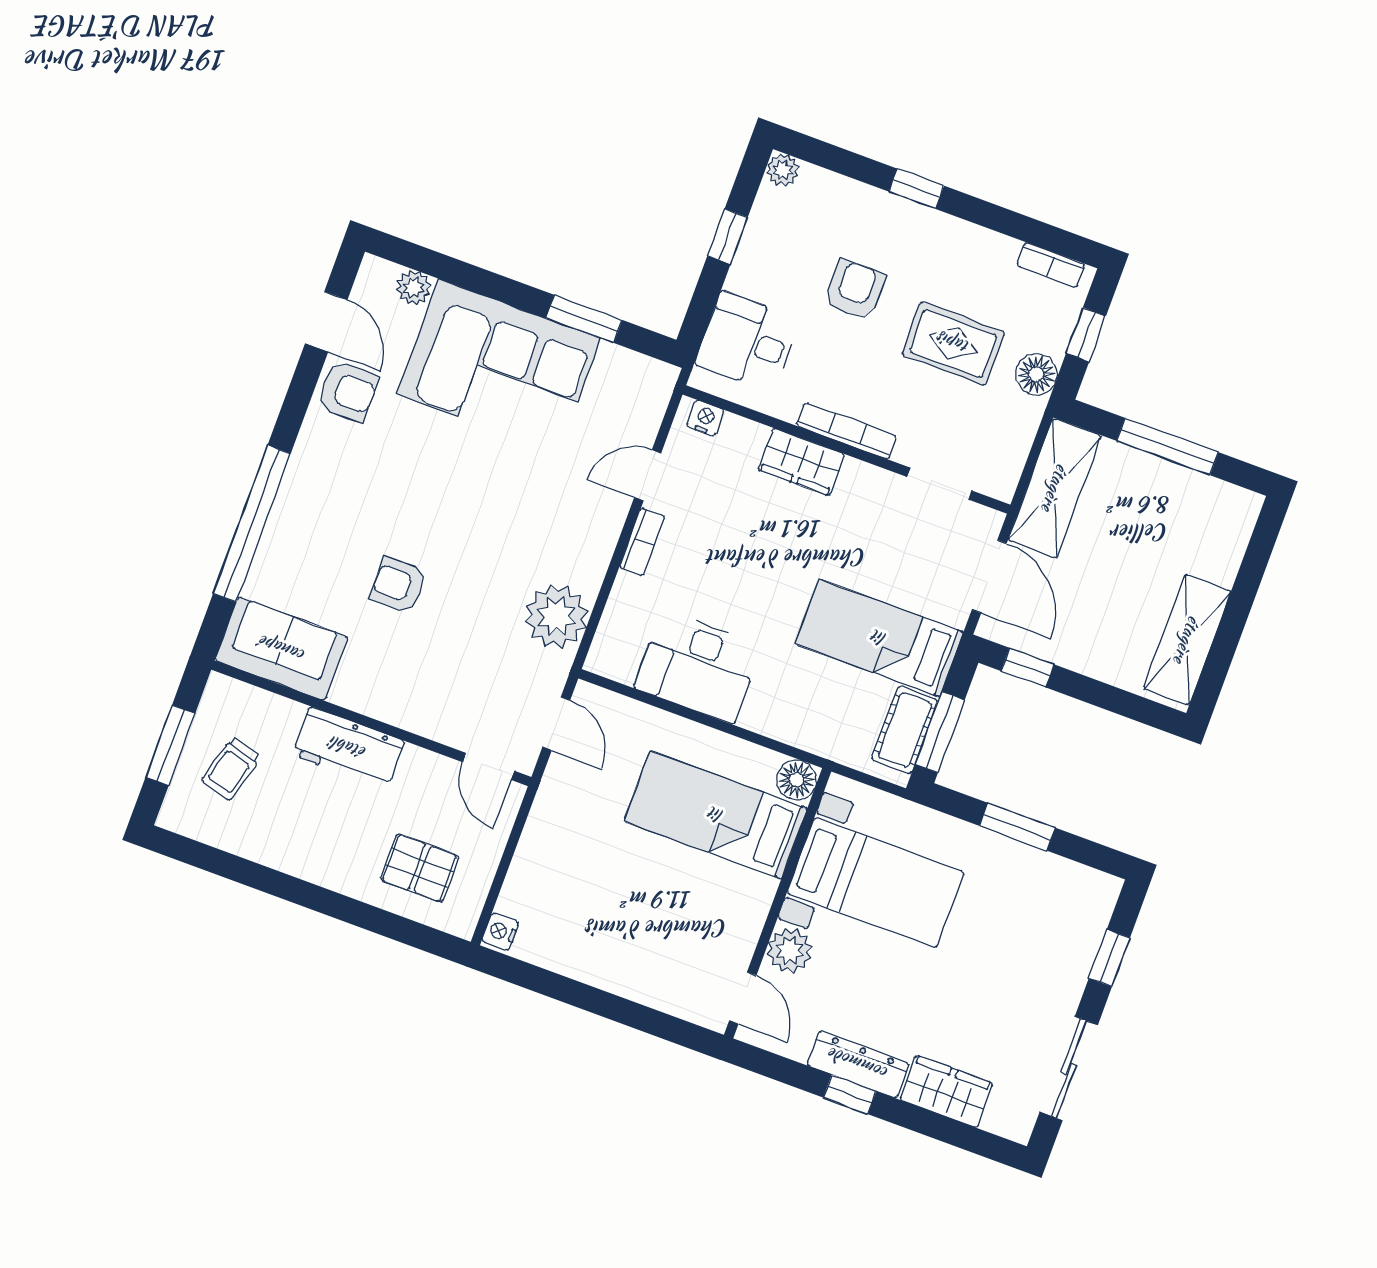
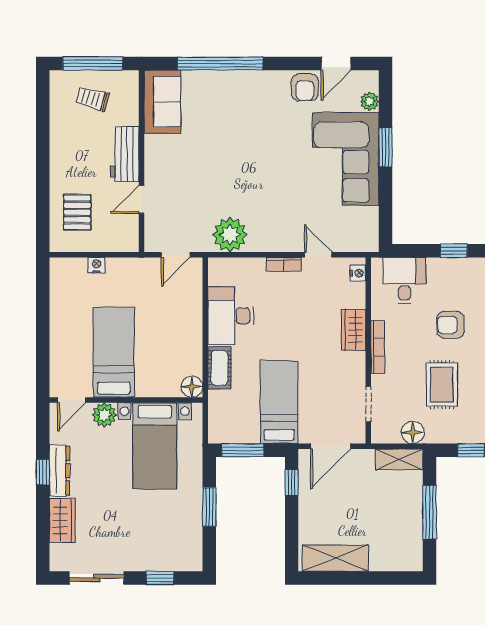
armchair: (855, 290) -> (451, 325), turned 180
window: (584, 319) -> (385, 148), moved
floor lamp: (1036, 374) -> (413, 432), moved
shelving: (1055, 488) -> (399, 459), width x0.67, depth x0.75
armchair: (398, 585) -> (216, 149), removed
cot: (905, 730) -> (219, 368), moved, turned 90
window: (170, 745) -> (93, 63), width x1.44
door: (489, 766) -> (141, 199), moved
bed: (716, 815) -> (114, 352), moved
nightstand: (500, 932) -> (96, 265), moved

